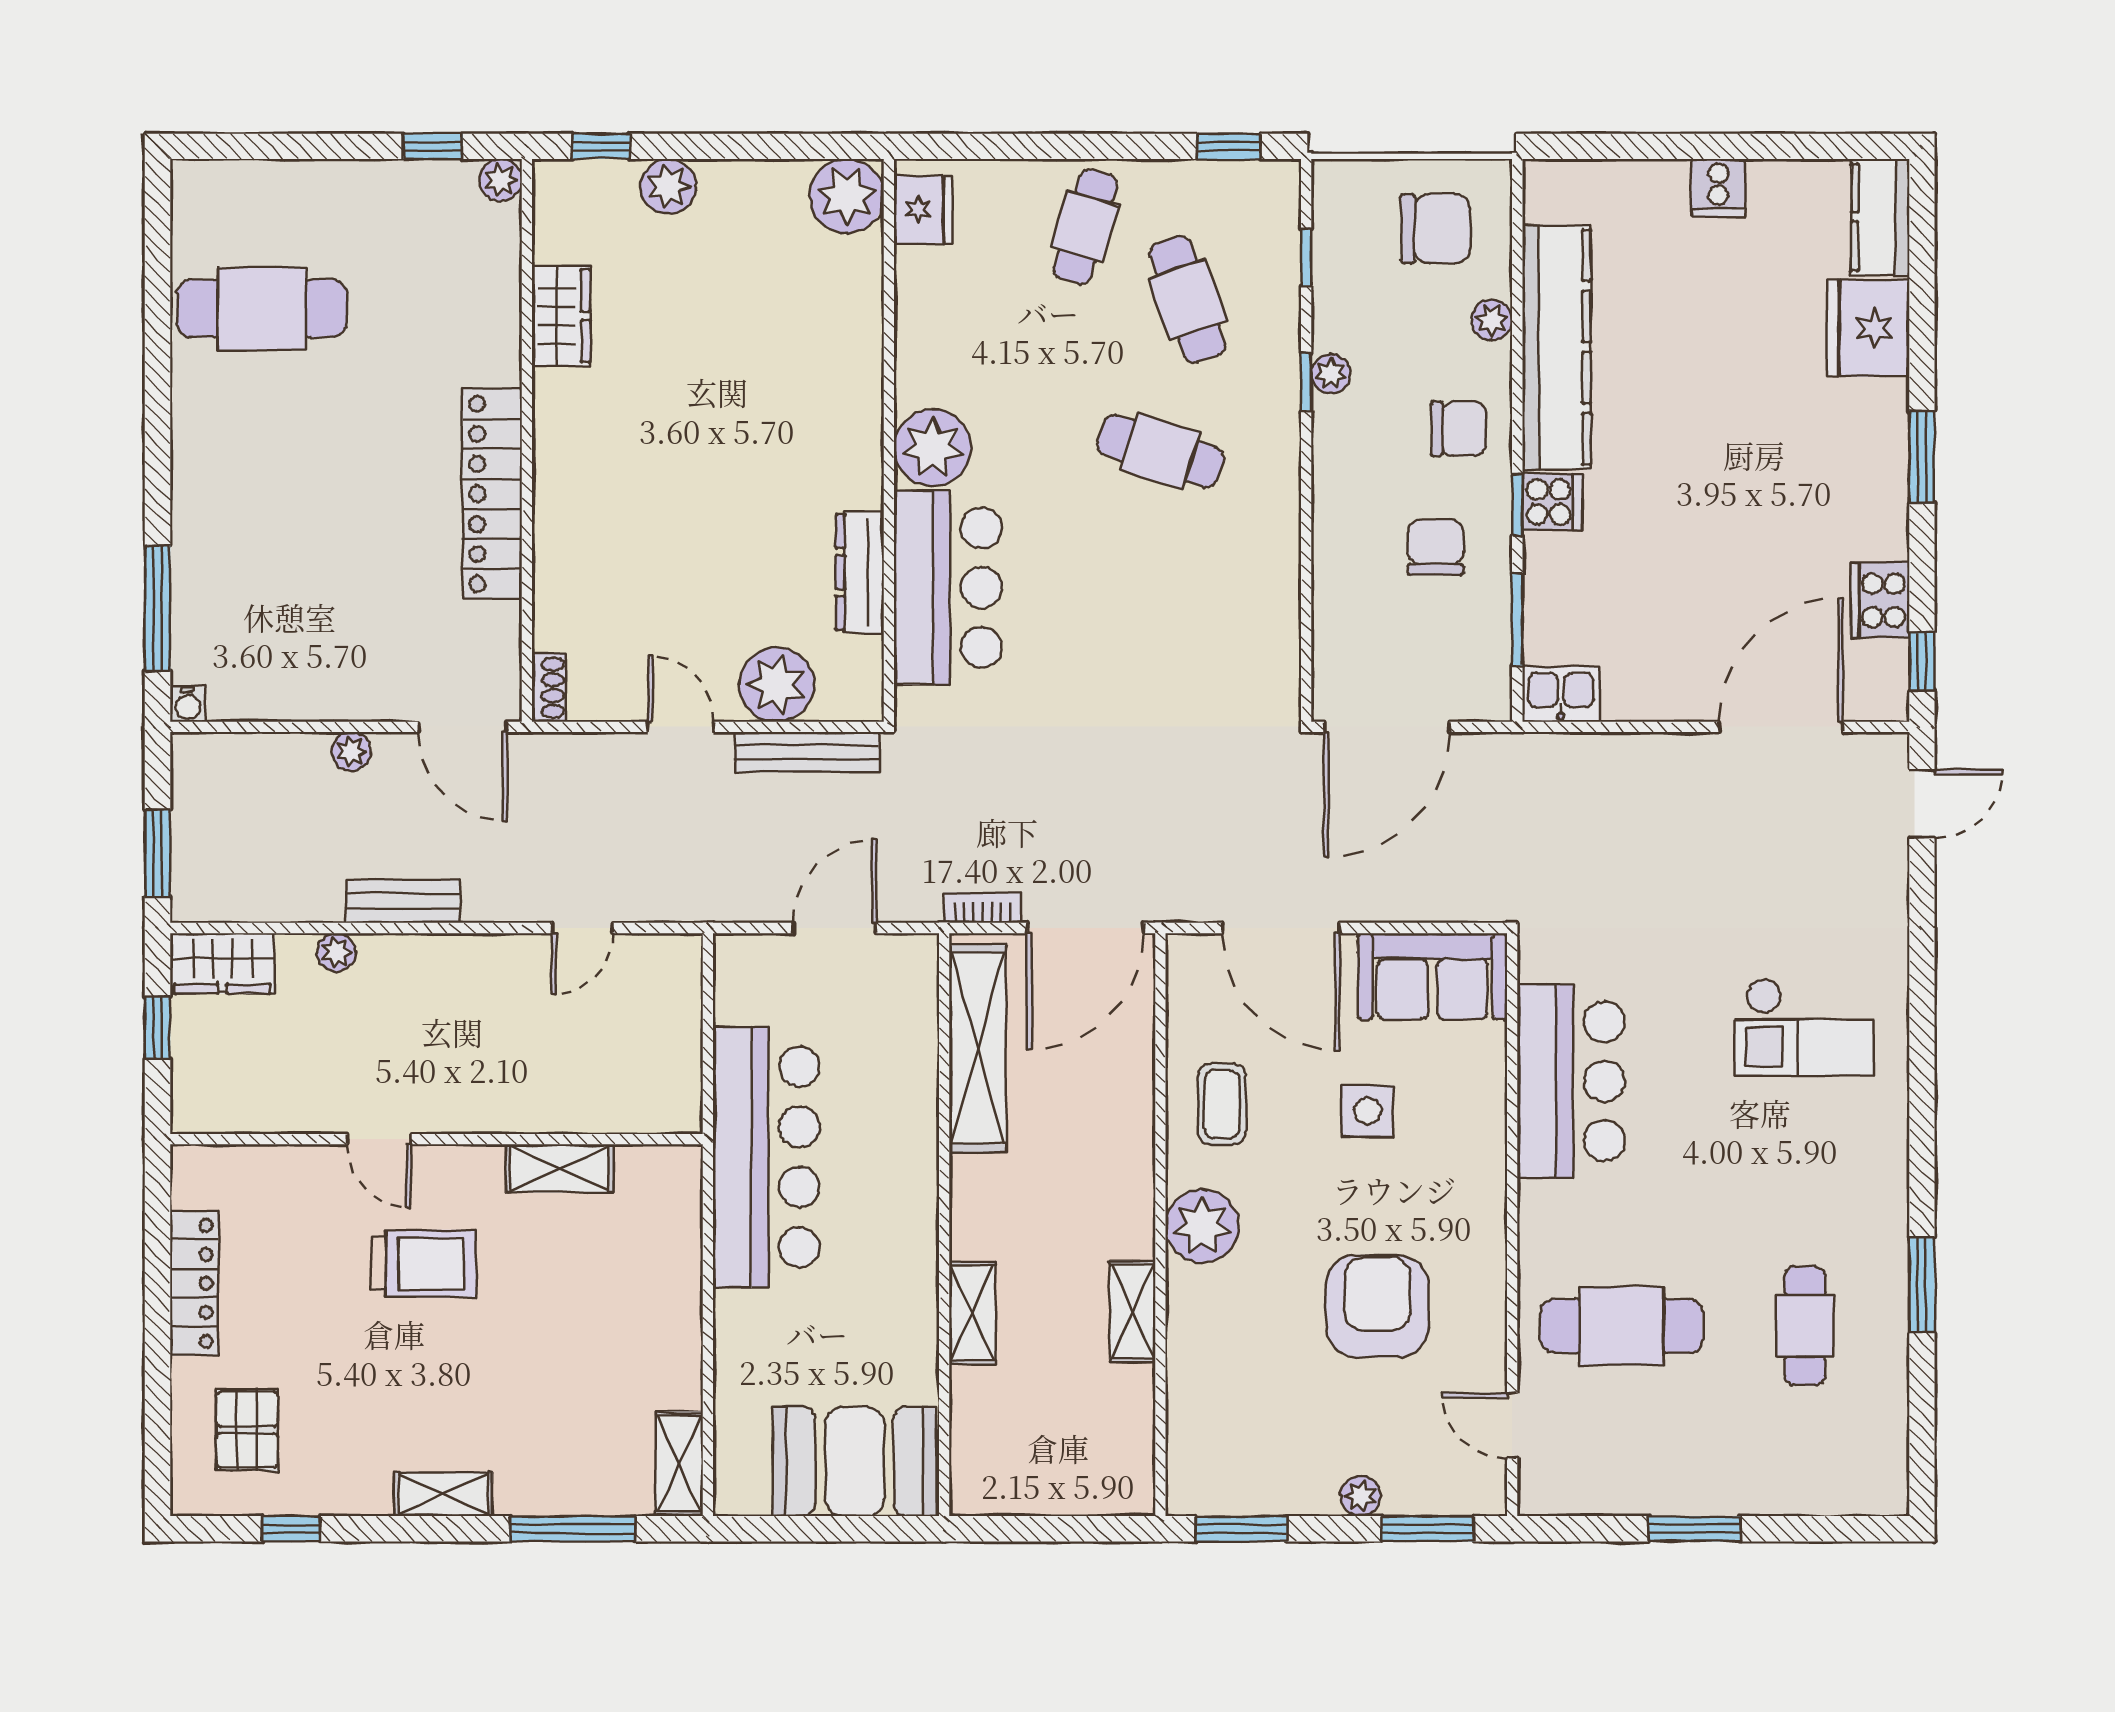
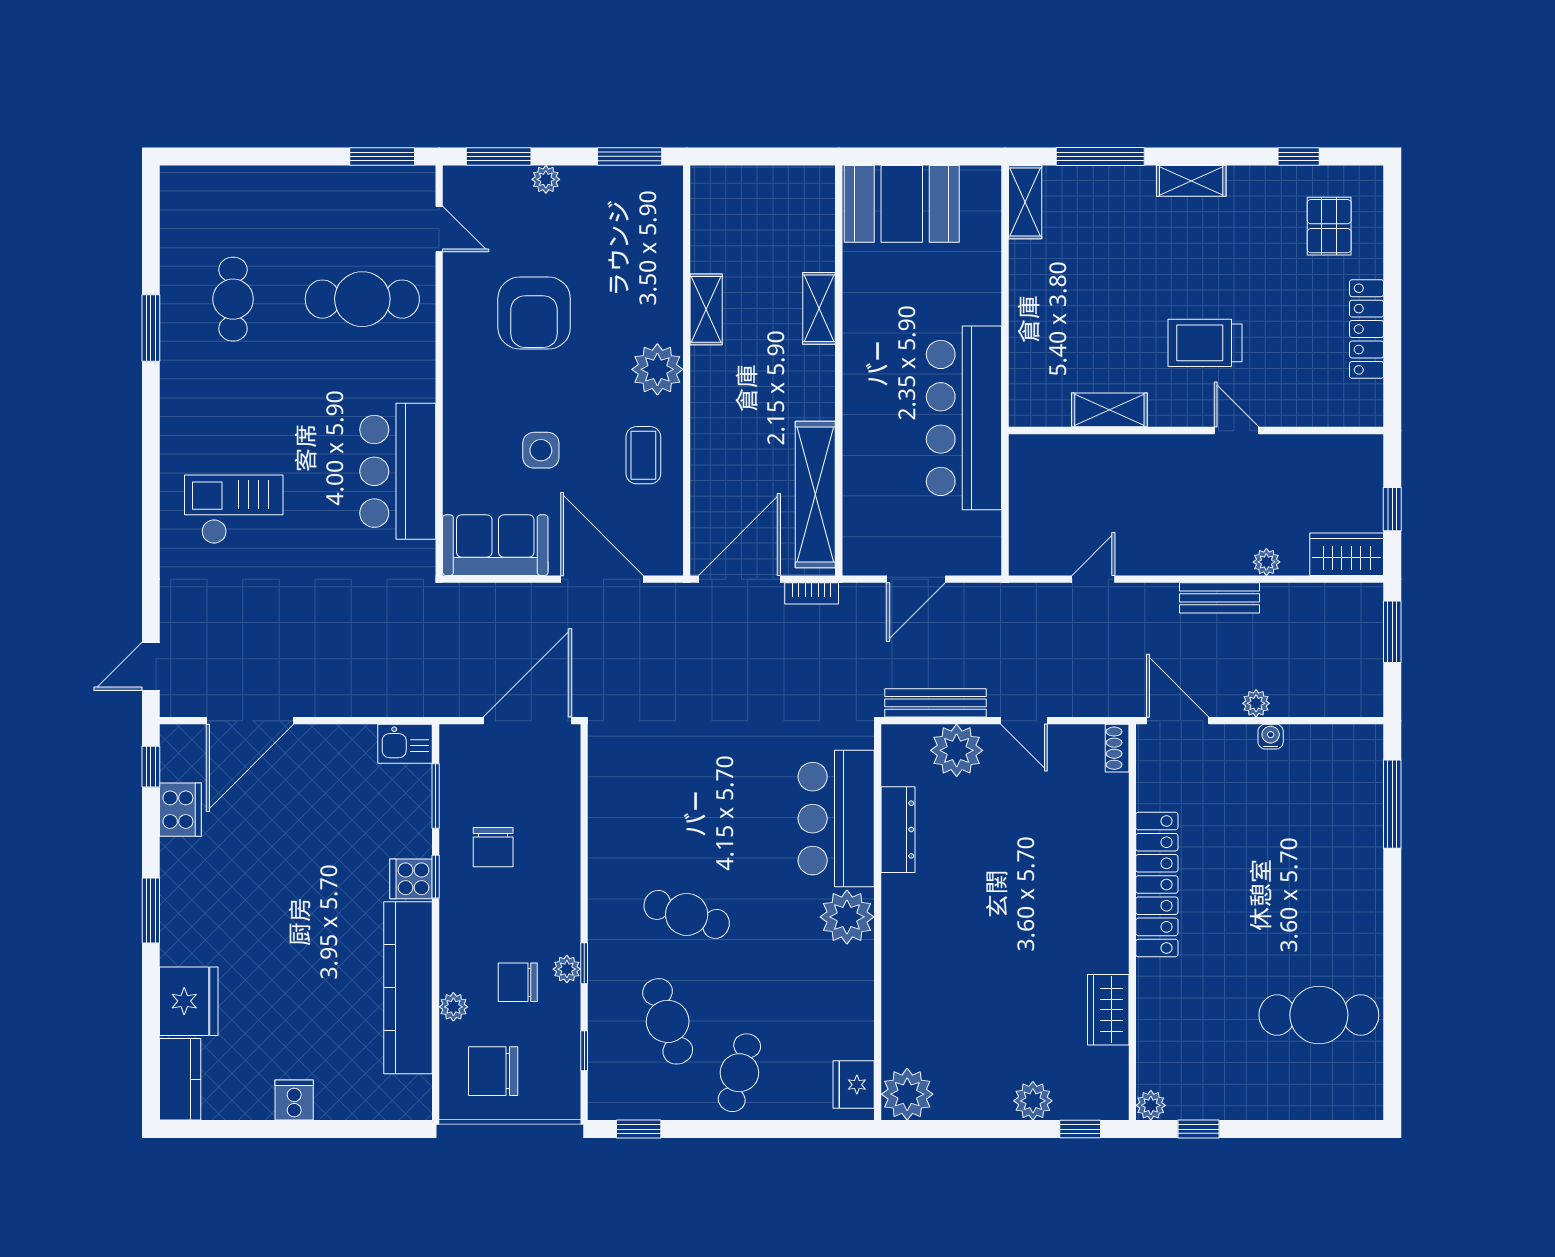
chair: (1459, 429) -> (518, 982), moved
water cooler: (188, 704) -> (1271, 737), moved
window: (1694, 1529) -> (382, 156), moved

